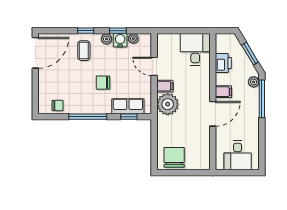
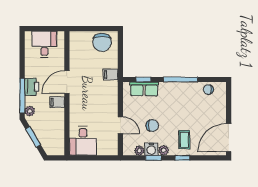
printer: (223, 63) -> (32, 87), moved, turned 180
chair: (103, 83) -> (152, 126), moved
filing cabinet: (165, 86) -> (111, 75), moved
plant: (168, 104) -> (108, 91), removed

